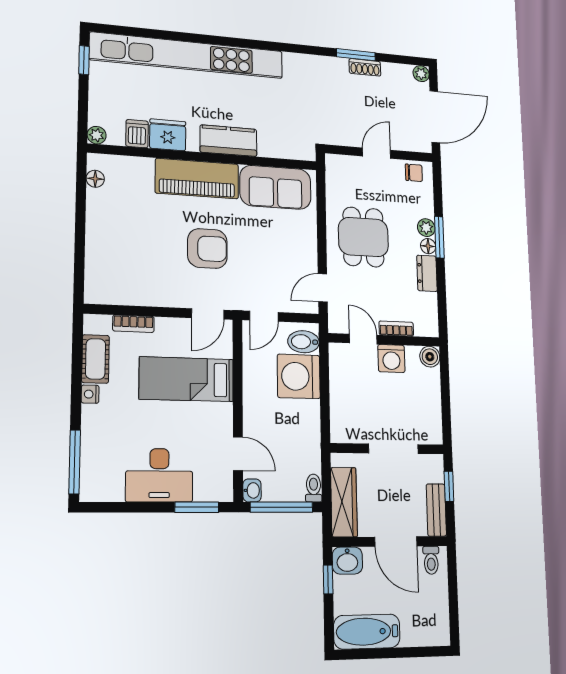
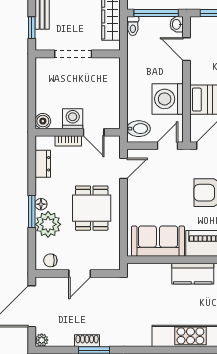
plant: (426, 228) -> (48, 224), width x1.87, depth x1.87
dresser: (427, 273) -> (43, 164), moved
washing machine: (299, 376) -> (168, 99), moved, turned 180

